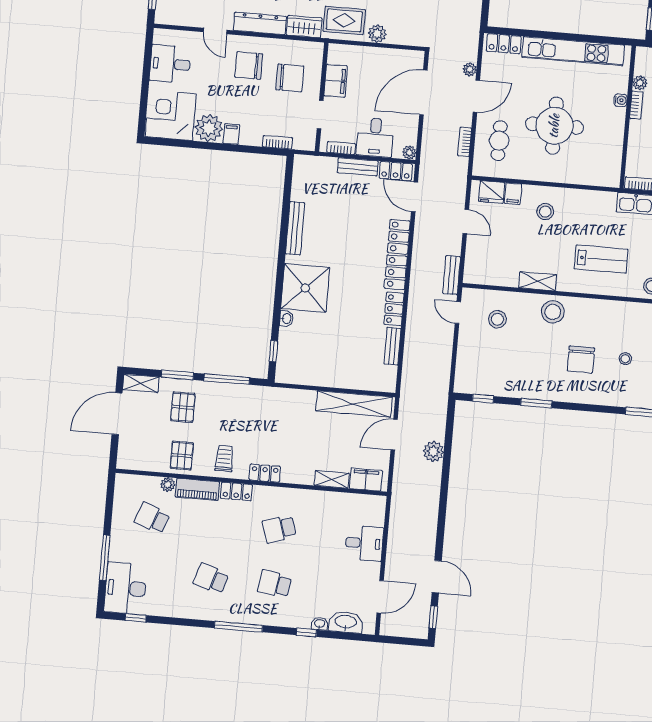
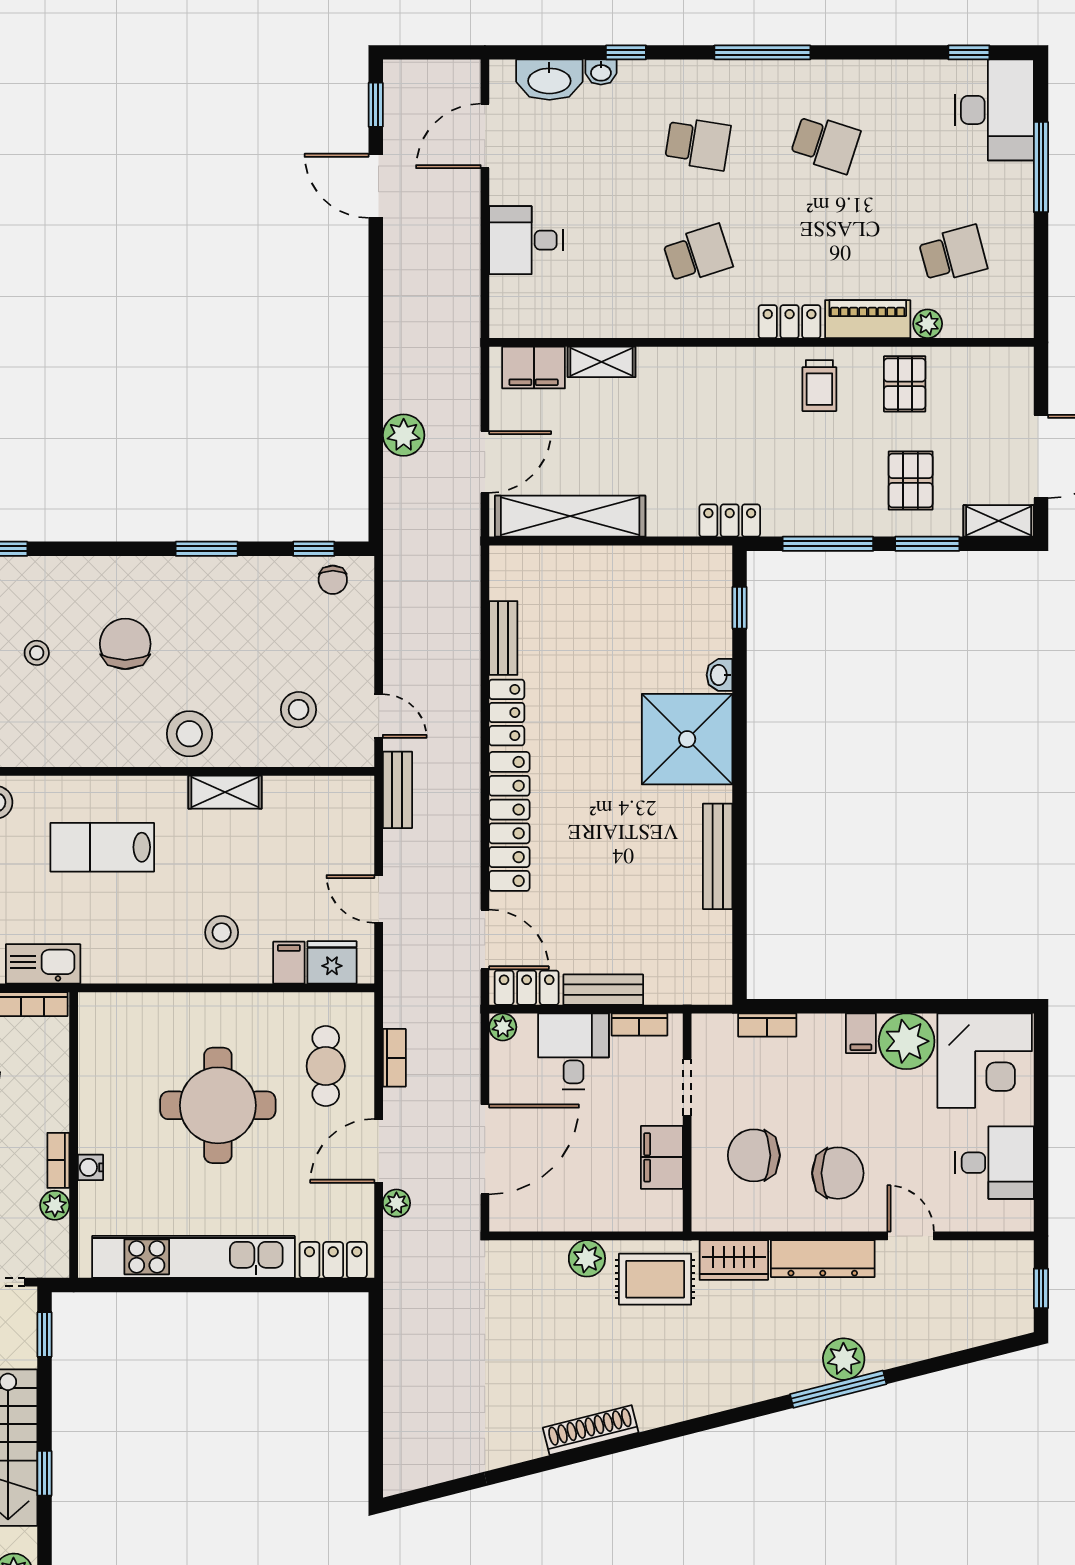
chair: (475, 382) -> (333, 580), added
locker: (265, 473) -> (730, 521), moved, turned 180
school desk: (152, 518) -> (953, 254), turned -36

